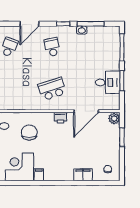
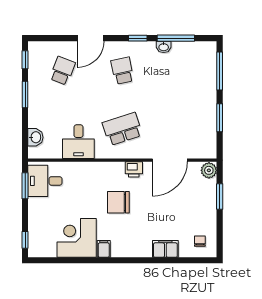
desk: (108, 82) -> (78, 142), moved, turned 90
chair: (29, 132) -> (118, 202), moved, turned -90

